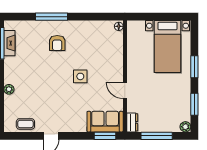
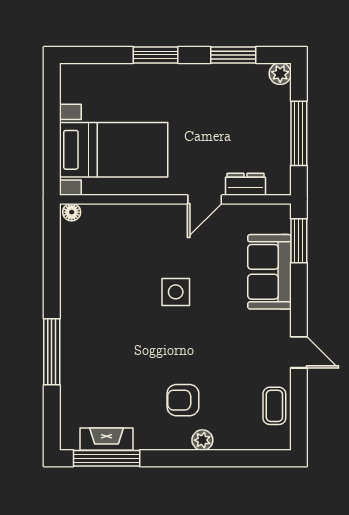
armchair: (57, 43) -> (183, 400), moved, turned 180
bed with nightstands: (168, 47) -> (114, 150), moved
sofa: (105, 122) -> (269, 272), moved
dresser: (132, 122) -> (246, 184), moved

